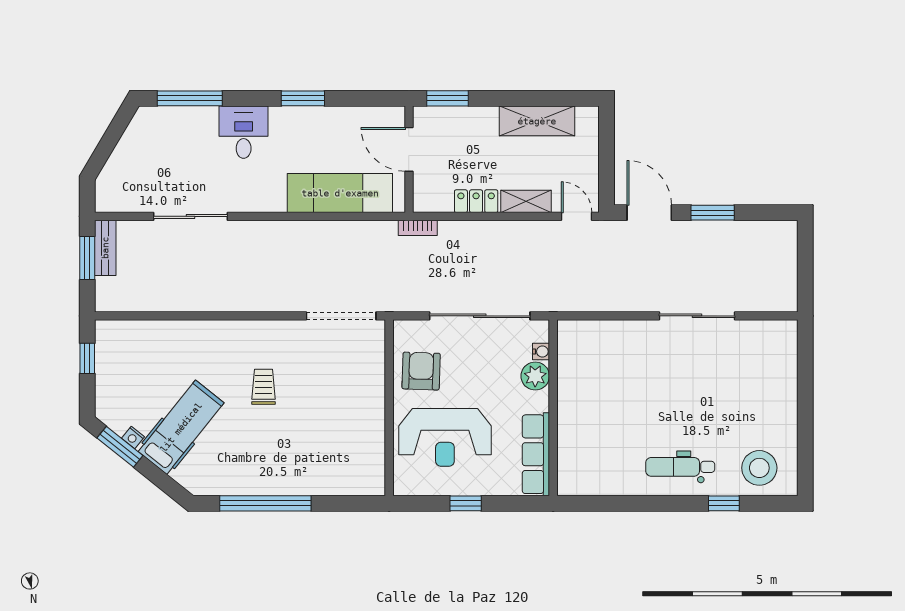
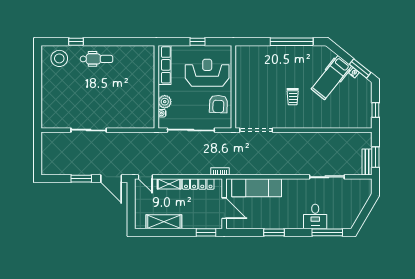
desk: (244, 132) -> (315, 216), moved
locker: (476, 201) -> (198, 184), width x1.53

